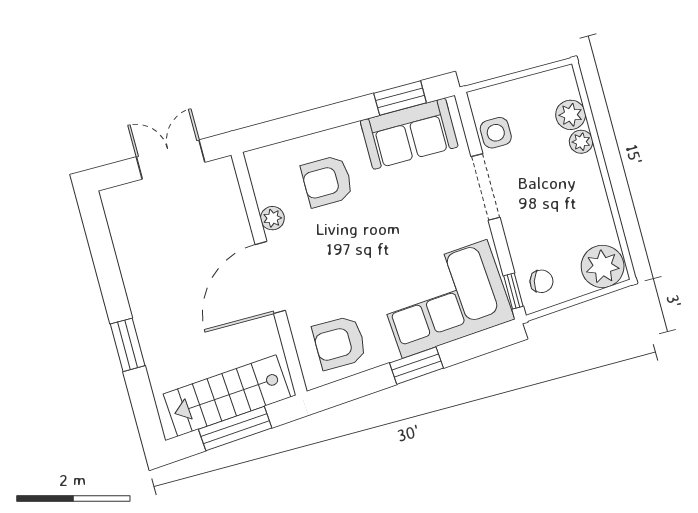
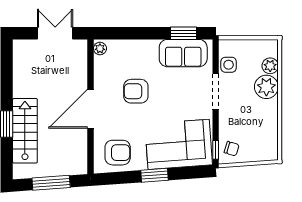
plant: (581, 142) -> (266, 87), width x1.87, depth x1.87
armchair: (327, 181) -> (136, 91), moved
plant: (272, 218) -> (100, 49), moved
plant: (603, 266) -> (266, 149), removed
armchair: (340, 343) -> (118, 153), turned 180
stairs: (227, 396) -> (25, 131), moved, turned 94

